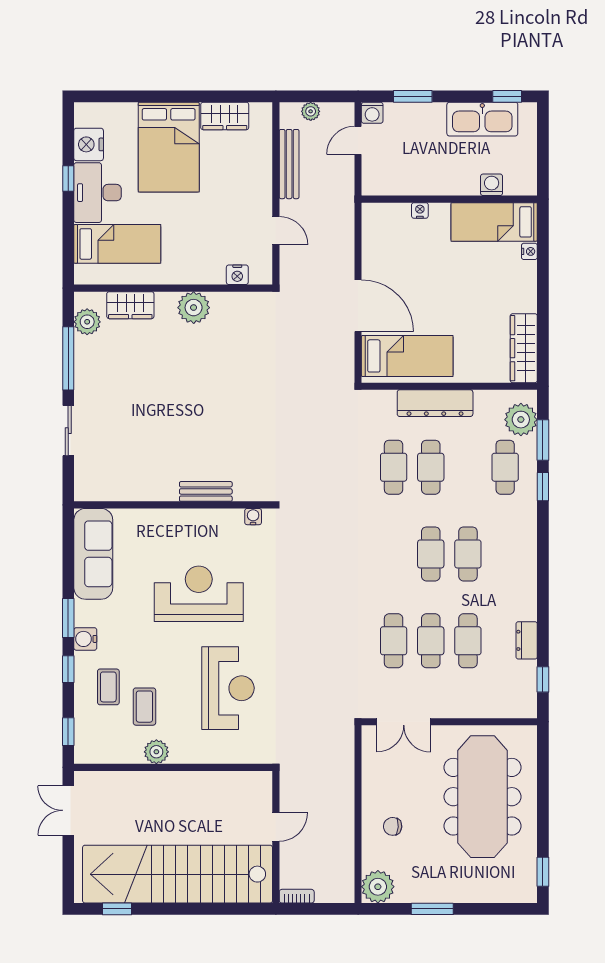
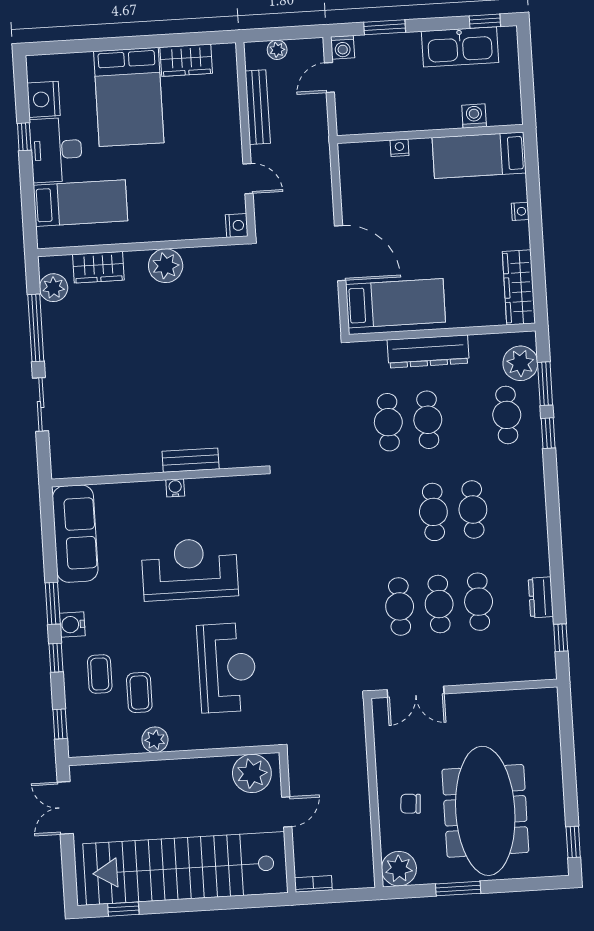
nightstand: (529, 251) -> (520, 211), moved
nightstand: (237, 275) -> (237, 225), moved, turned -90
water cooler: (253, 517) -> (175, 488), moved
plant: (245, 789) -> (252, 773), added
meeting table: (483, 797) -> (485, 811), moved

